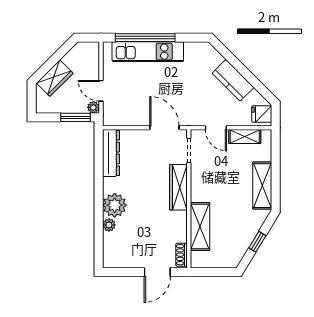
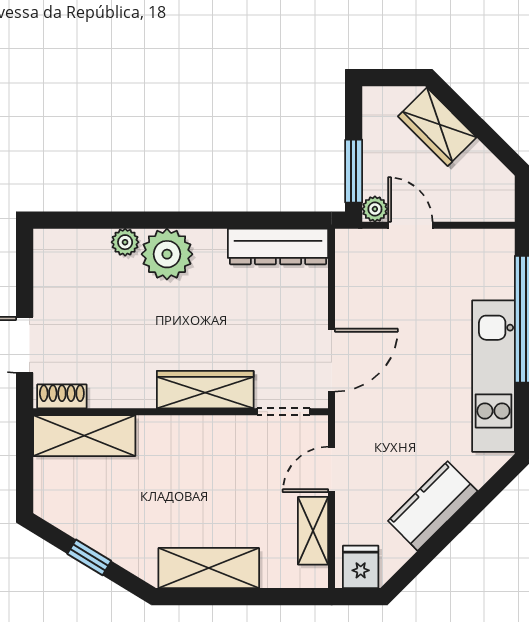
kitchen unit: (148, 52) -> (493, 376), moved
door: (101, 91) -> (410, 225), hinge flipped
shelving: (200, 226) -> (84, 436), moved

